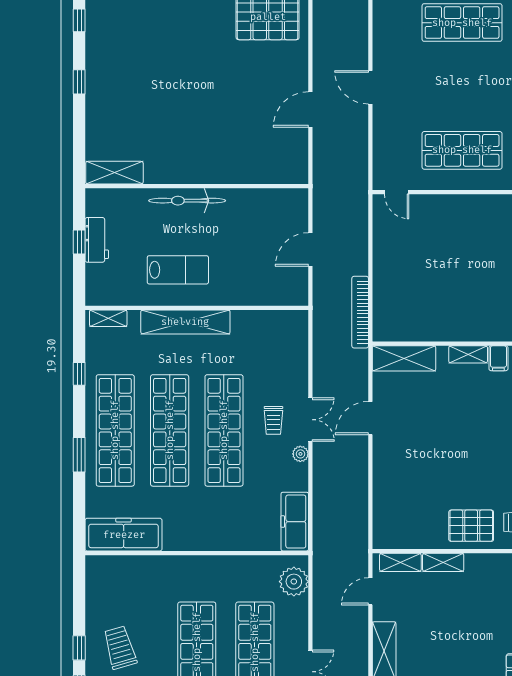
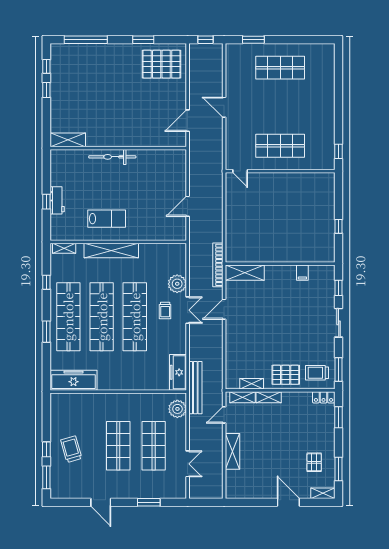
window: (79, 82) -> (46, 90), moved
shelving: (114, 173) -> (68, 140), moved
wall: (197, 186) -> (118, 148), moved
bicycle: (187, 201) -> (112, 157), moved
bookcase: (360, 312) -> (218, 265), moved
shelving: (468, 354) -> (252, 384), moved
plant: (300, 454) -> (177, 284), moved, width x1.88, depth x1.88
bench: (323, 547) -> (195, 388), added

